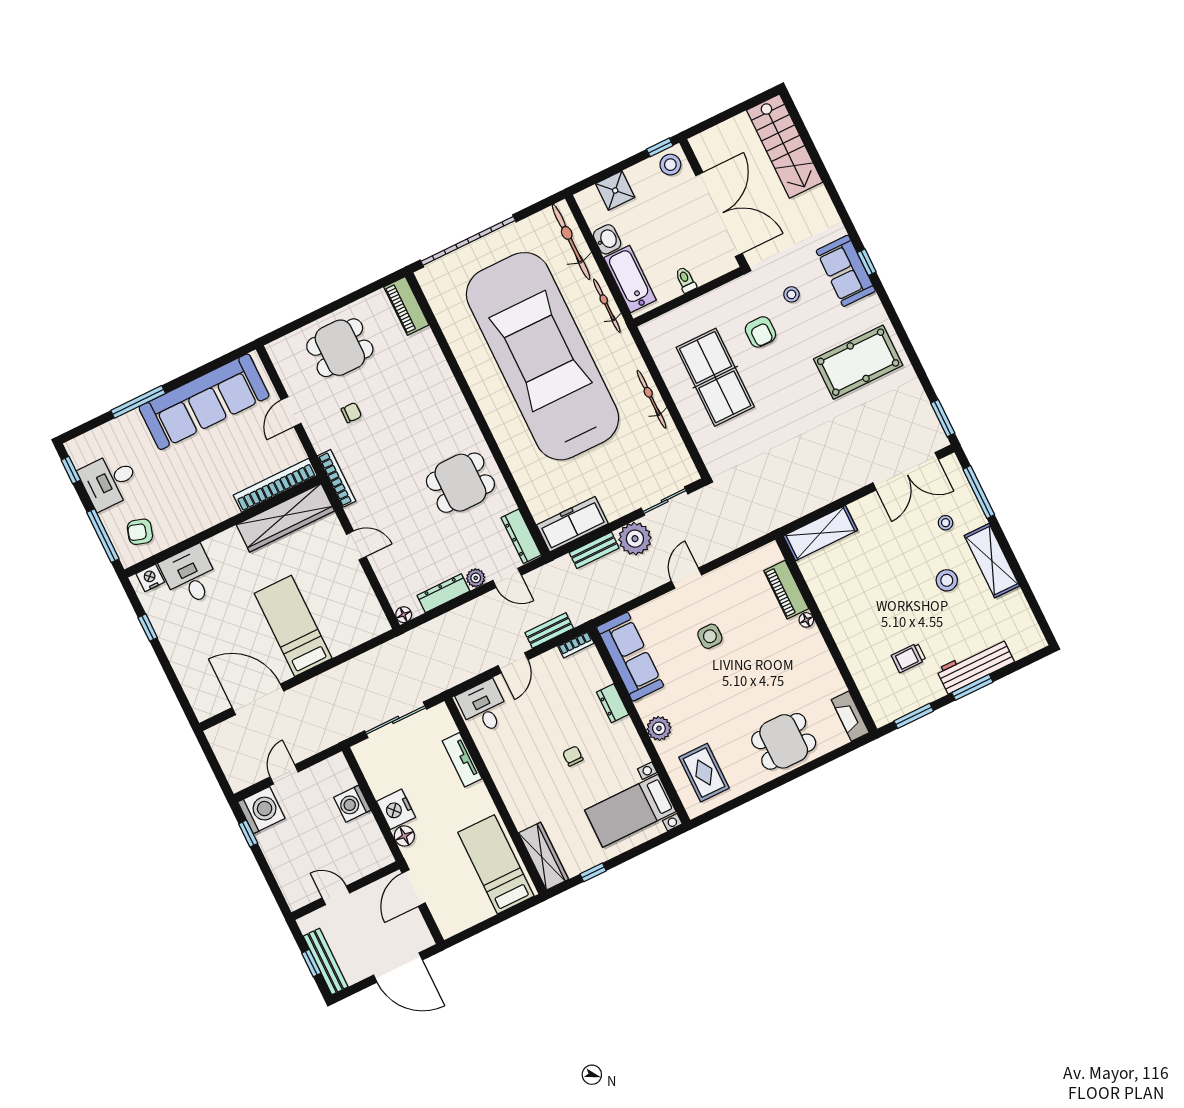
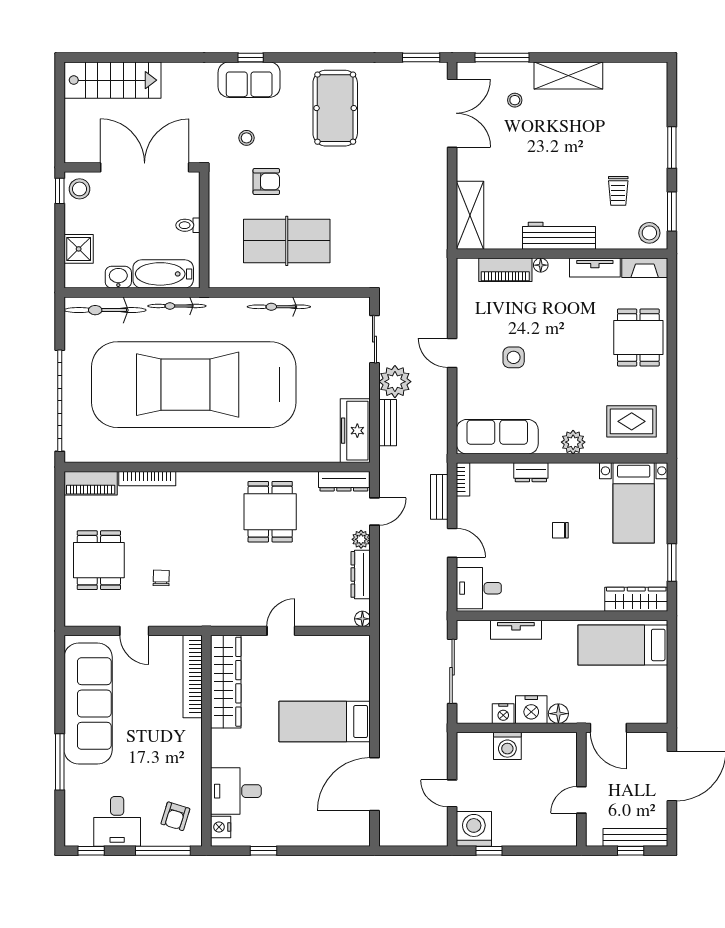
bookcase: (337, 478) -> (147, 479), moved, turned 180
stool: (947, 580) -> (649, 233), moved
workbench: (975, 666) -> (559, 236), moved, turned 90
tv unit: (828, 671) -> (595, 268), added
nightstand: (380, 786) -> (503, 714), added
window: (593, 872) -> (672, 563), width x1.50

